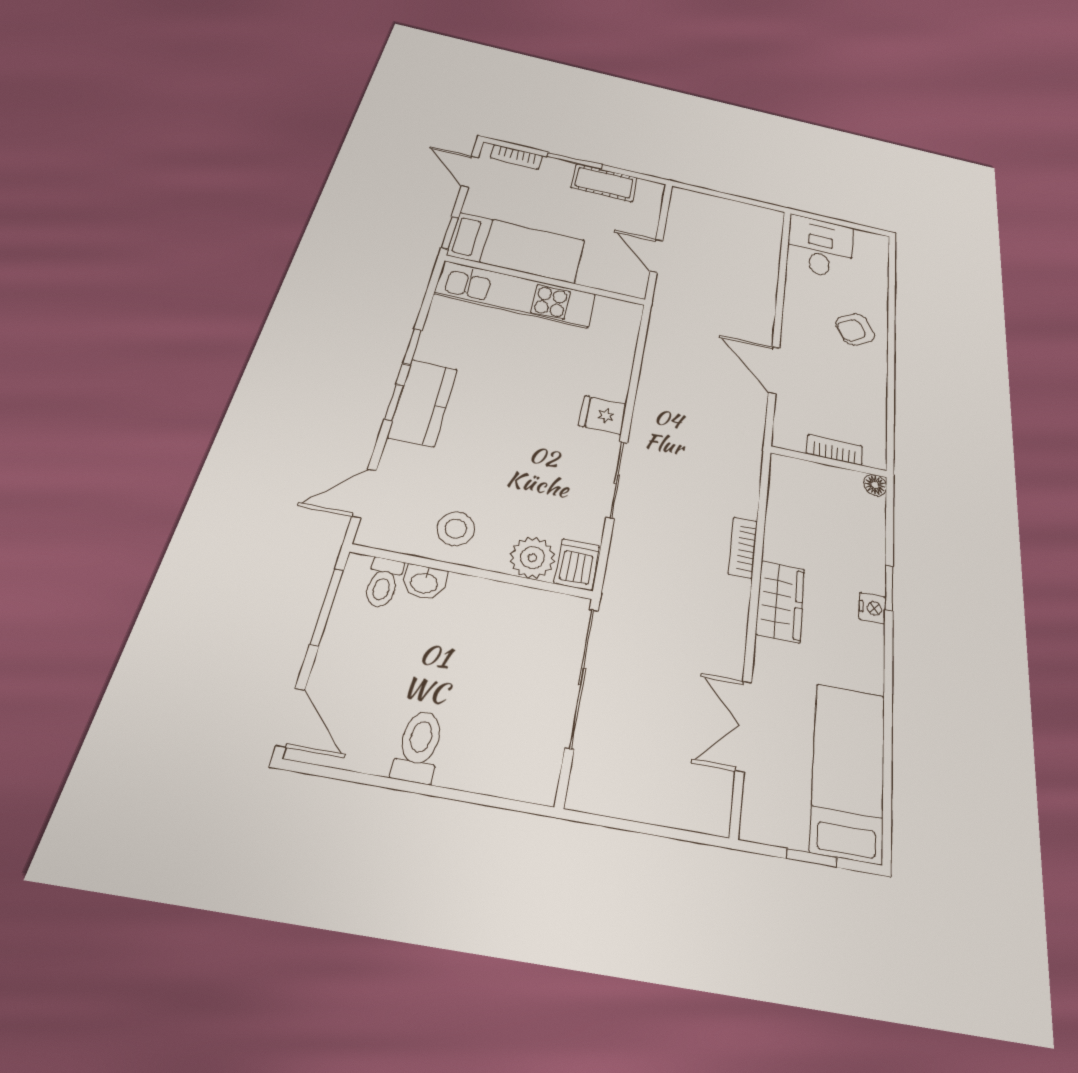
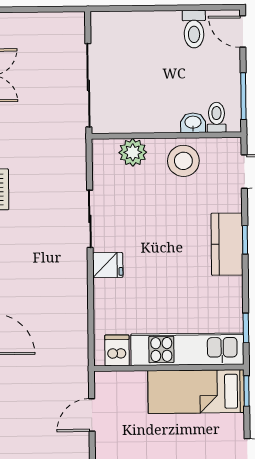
door: (656, 256) -> (92, 415), swing flipped
window: (412, 347) -> (246, 328), moved
stool: (456, 529) -> (183, 161), width x1.38, depth x1.38
dishwasher: (577, 564) -> (117, 350), moved, turned 180
toilet: (419, 746) -> (194, 29), moved

